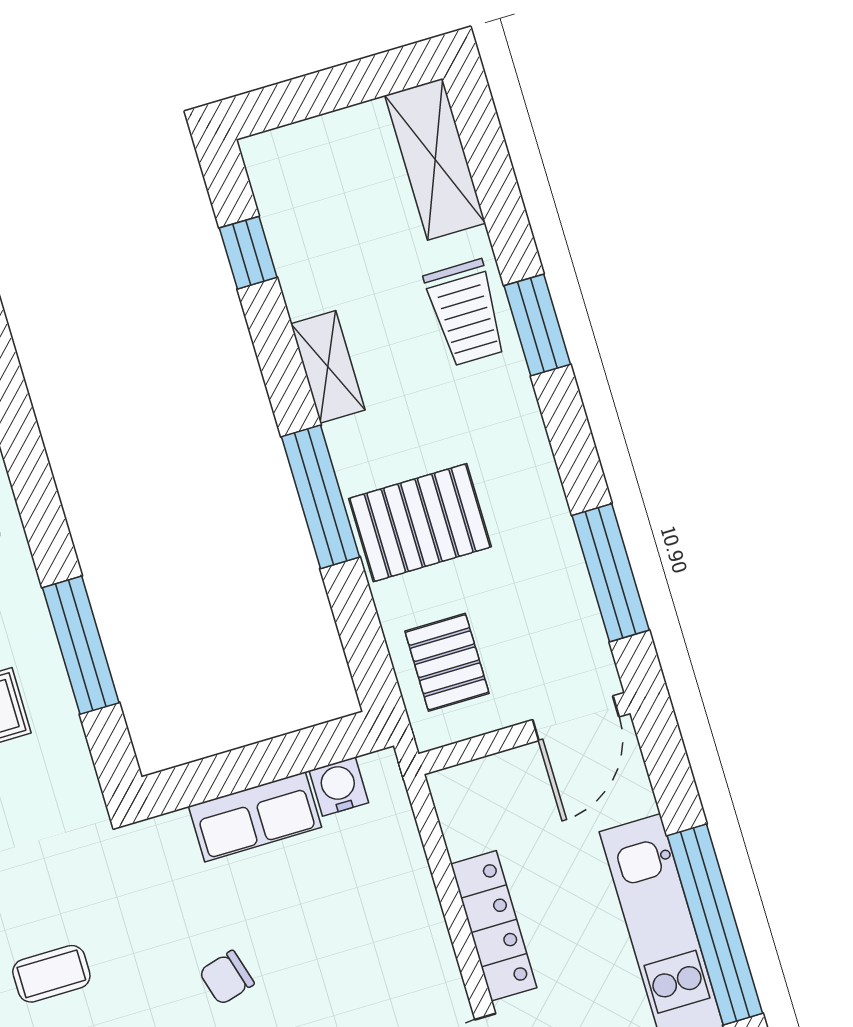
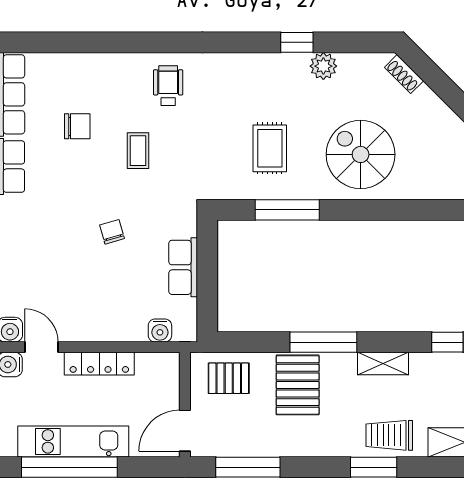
door: (576, 718) -> (185, 431), hinge flipped
water cooler: (339, 787) -> (160, 330), moved, turned 90

